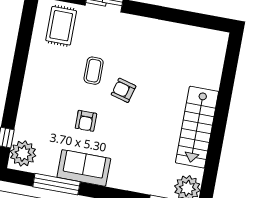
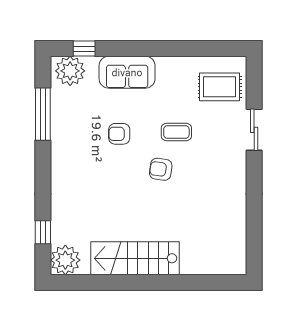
armchair: (124, 90) -> (161, 169), turned -97
sofa: (84, 168) -> (127, 72), moved, turned 90

